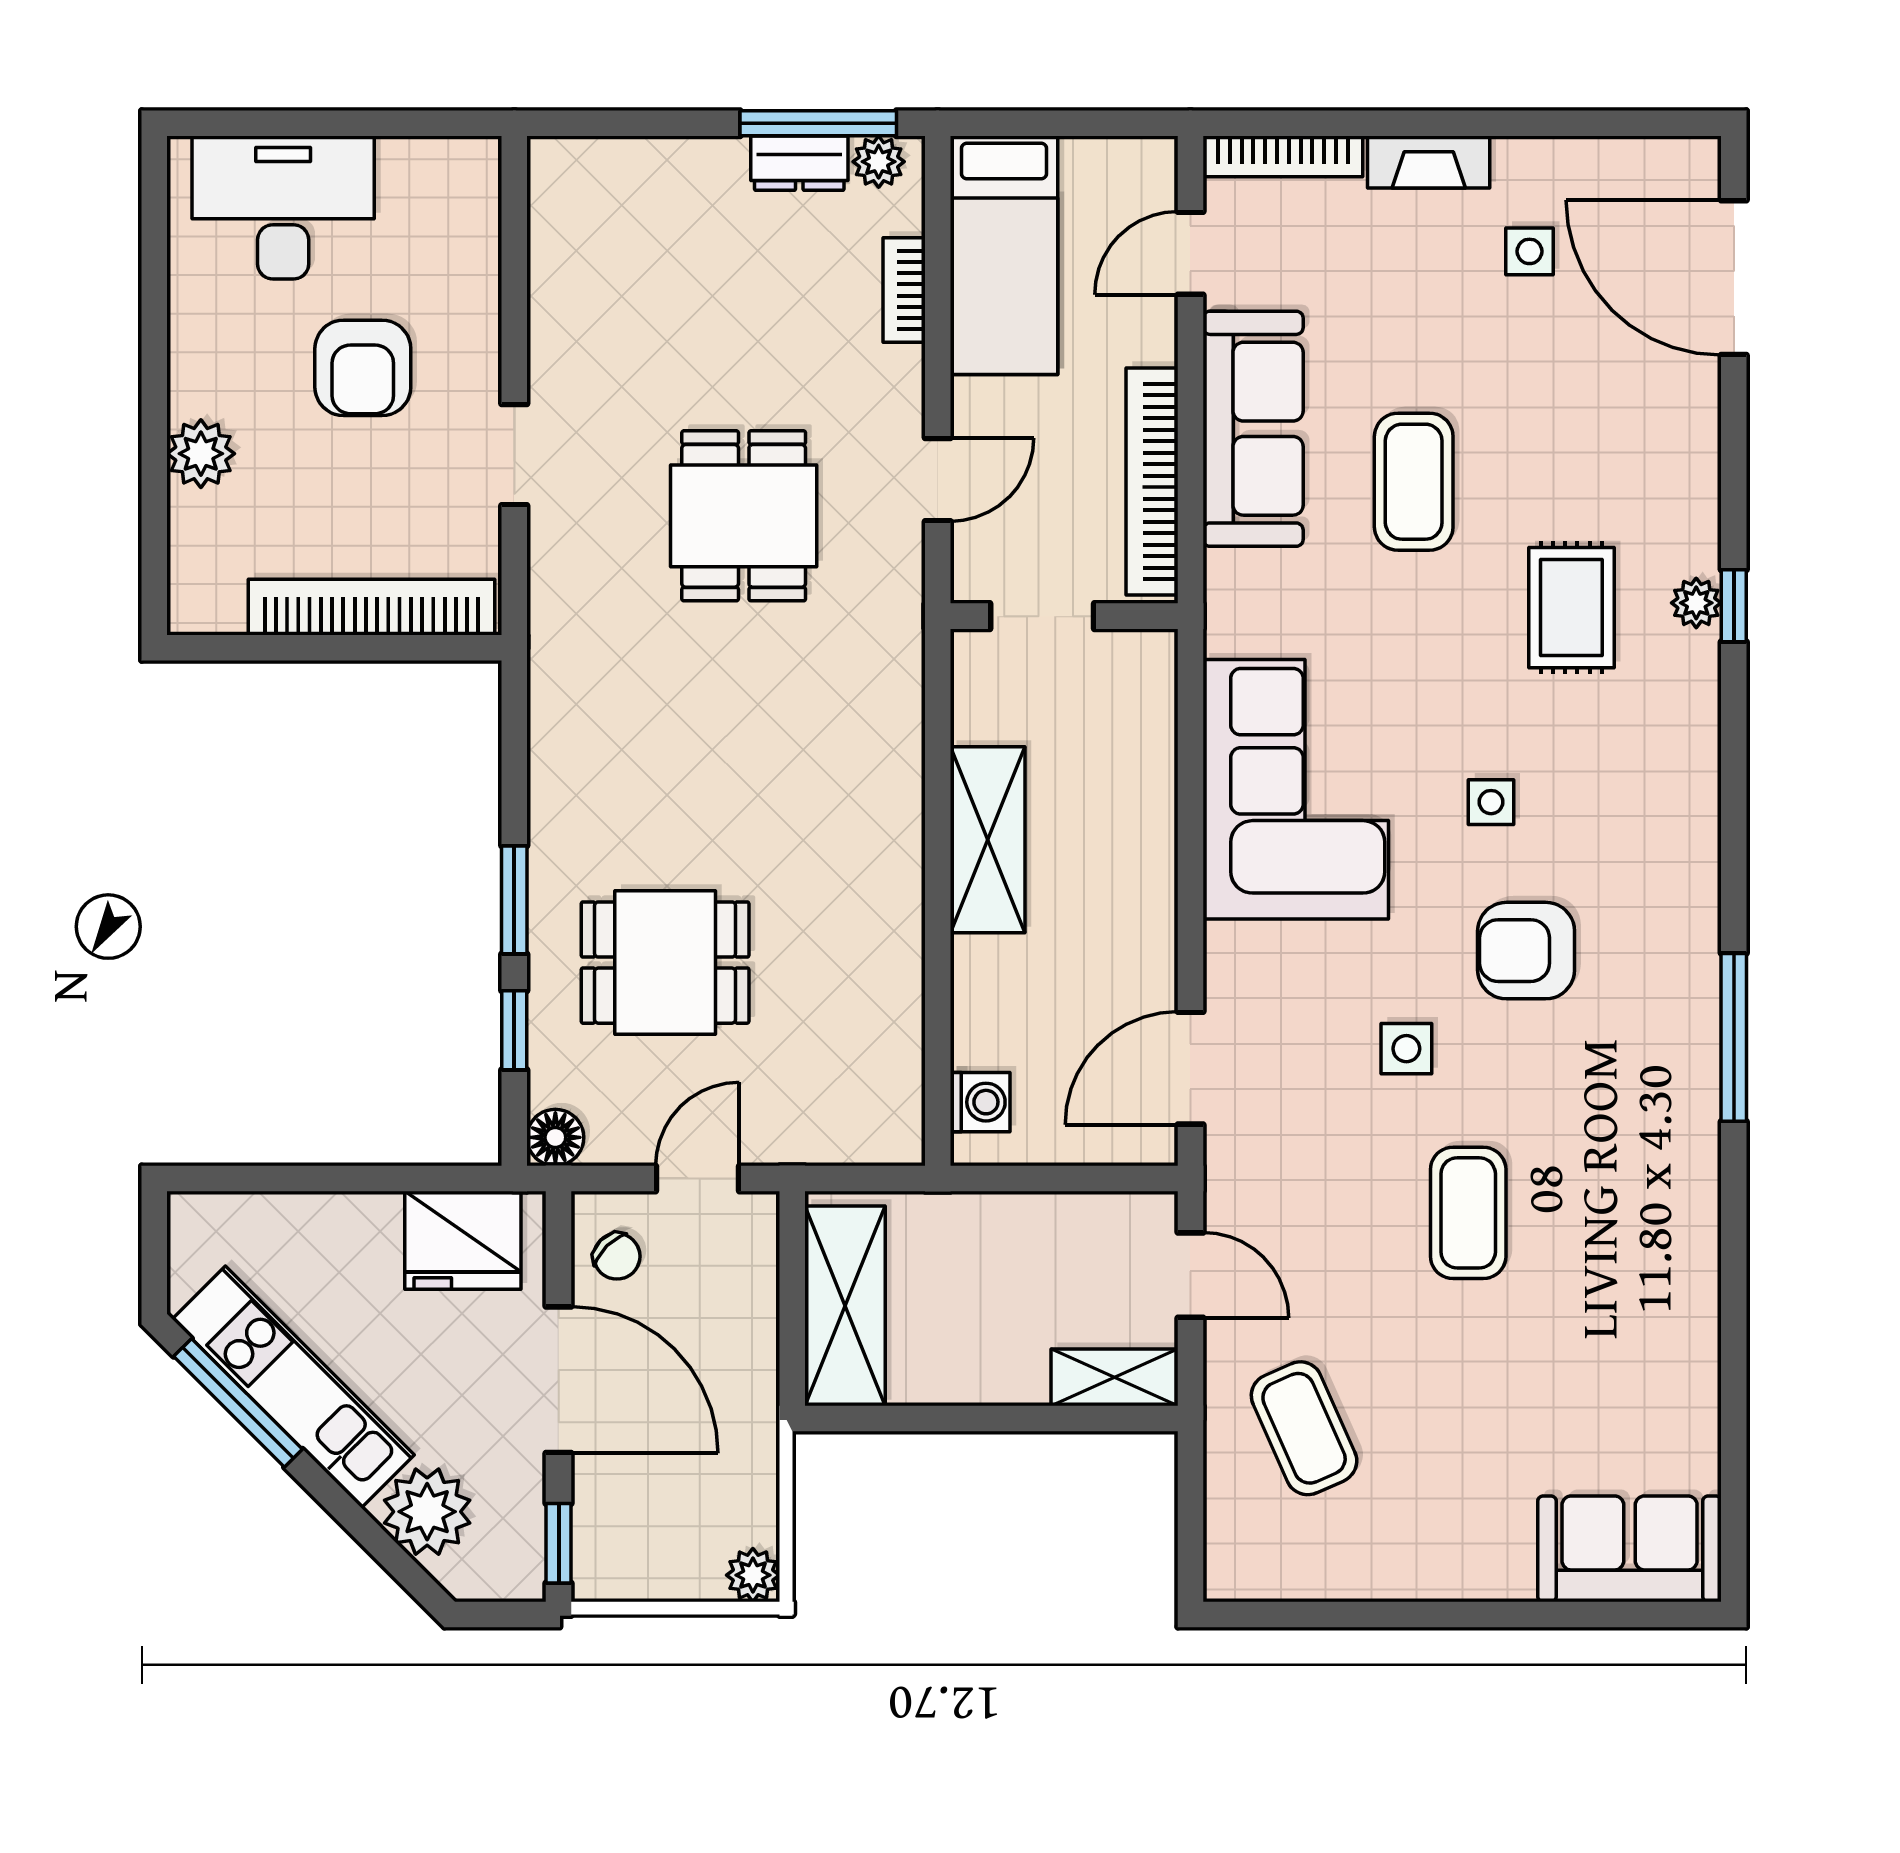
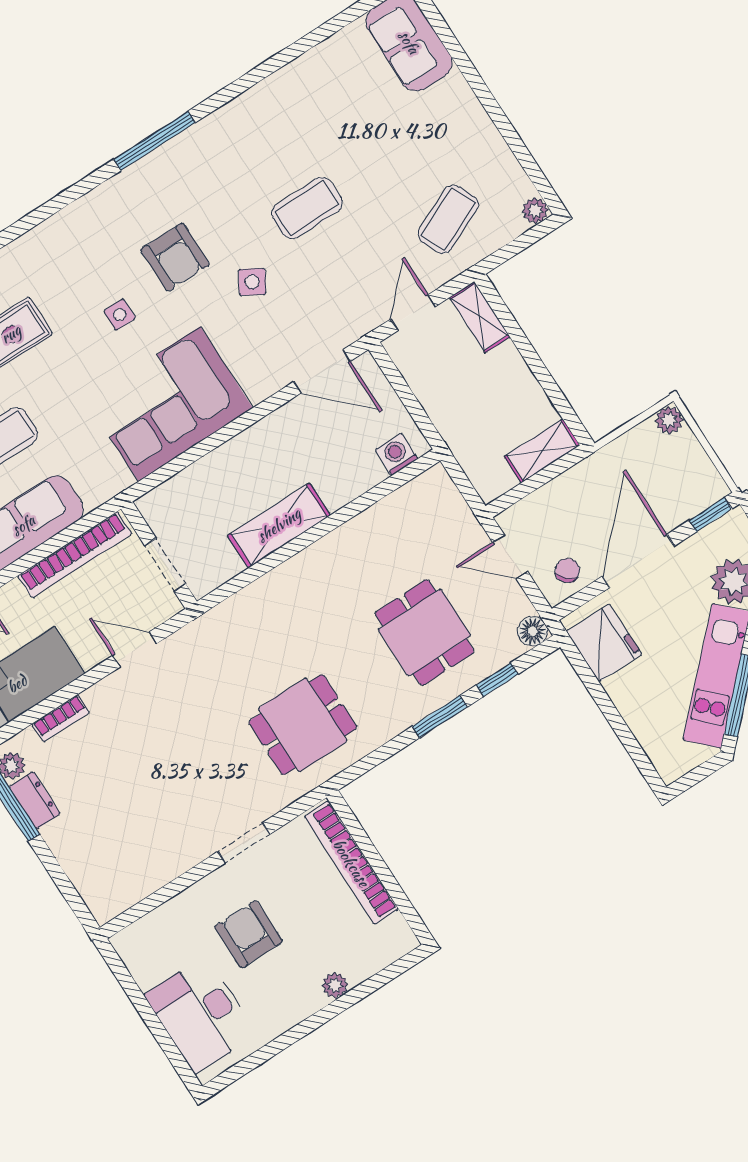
armchair: (363, 368) -> (249, 934), turned -90
plant: (201, 454) -> (335, 985), width x0.73, depth x0.73
dining table: (744, 516) -> (303, 725), moved
side table: (1406, 1049) -> (252, 282), turned 30
shelving: (845, 1306) -> (542, 451), width x0.67, depth x0.75
plant: (1228, 1577) -> (535, 211), added

